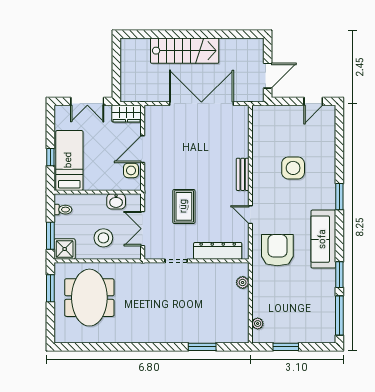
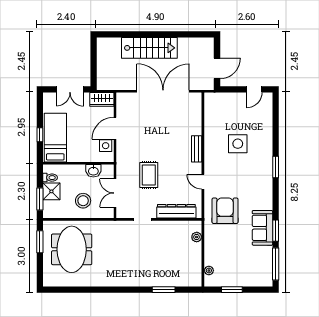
sofa: (323, 239) -> (262, 228), moved, width x0.73
shower: (65, 249) -> (51, 191), moved

